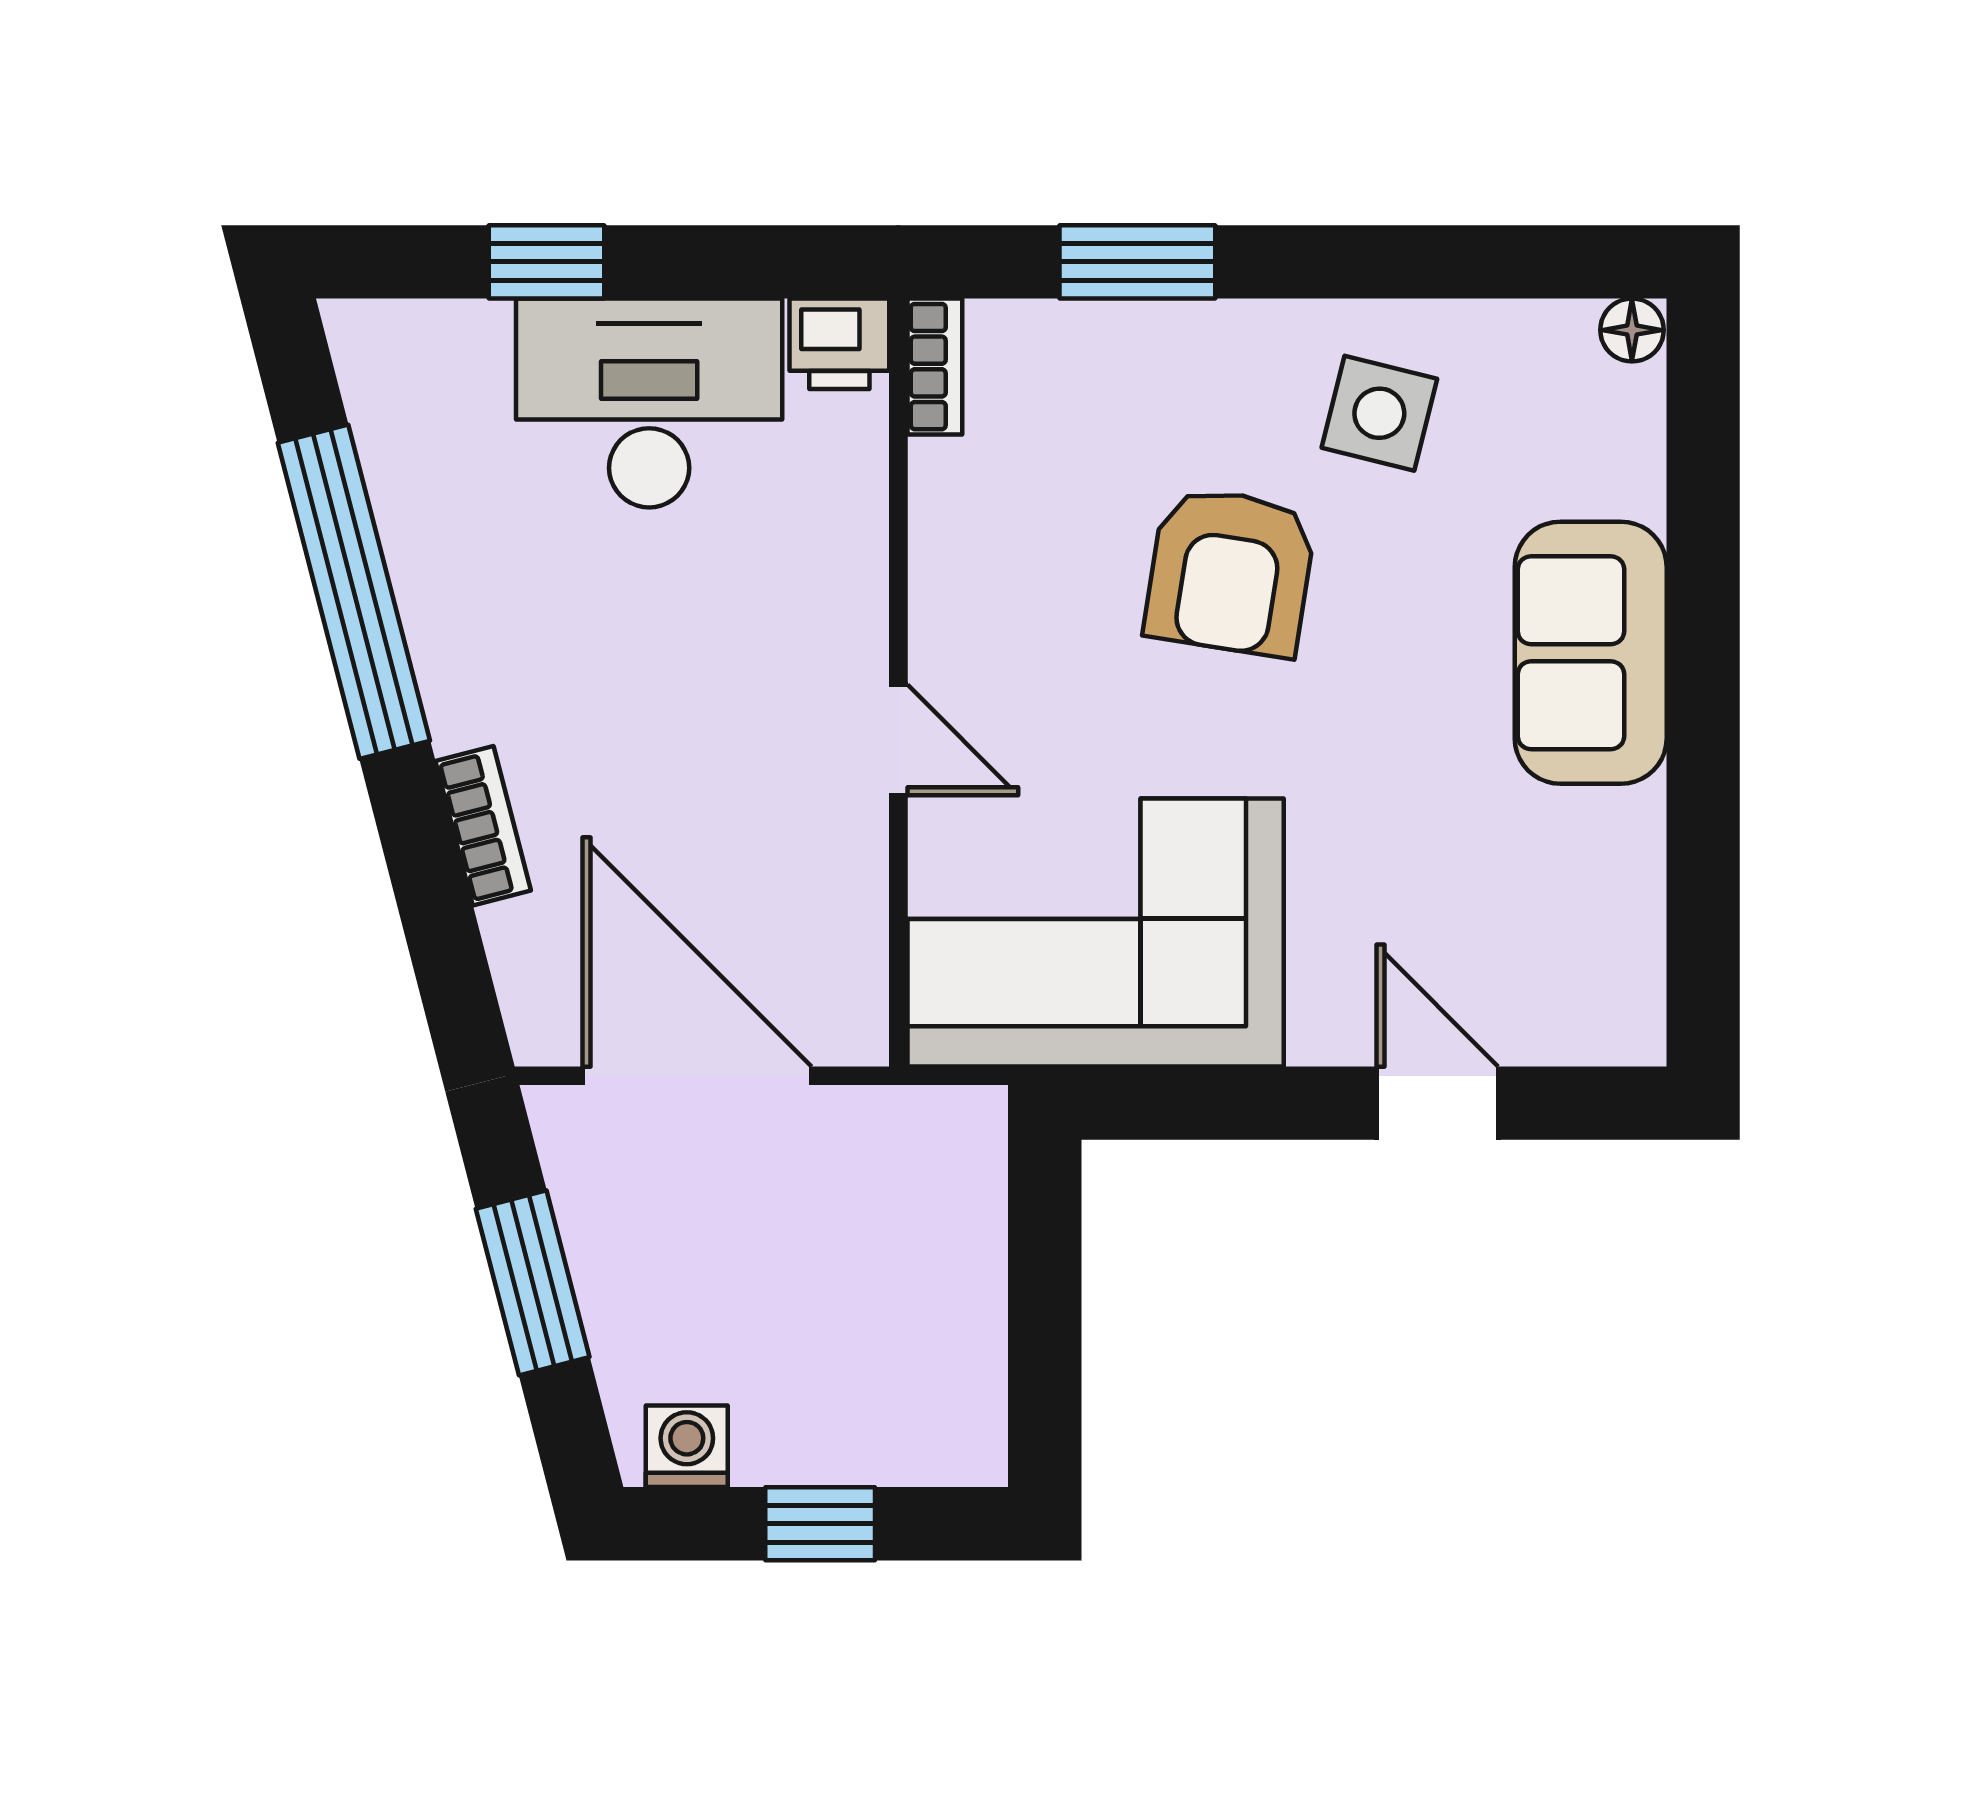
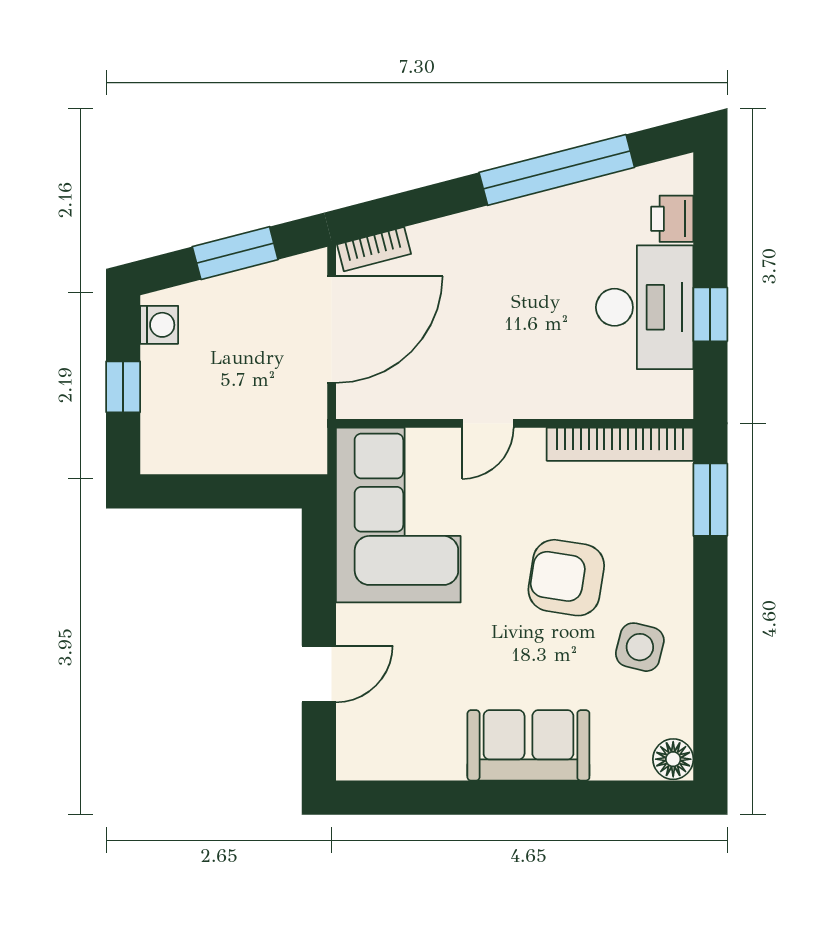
window: (546, 262) -> (710, 314), moved
window: (1137, 262) -> (710, 500), moved
floor lamp: (1632, 330) -> (673, 759), width x1.37, depth x1.37
printer: (839, 344) -> (672, 219), moved
bookcase: (935, 367) -> (620, 444), width x2.31, depth x1.31
bookcase: (483, 826) -> (374, 249), moved

